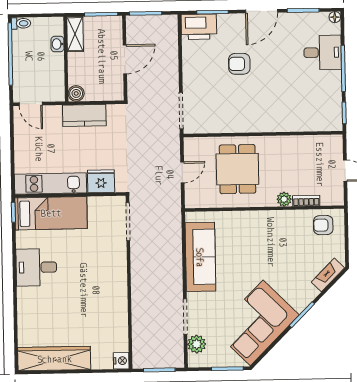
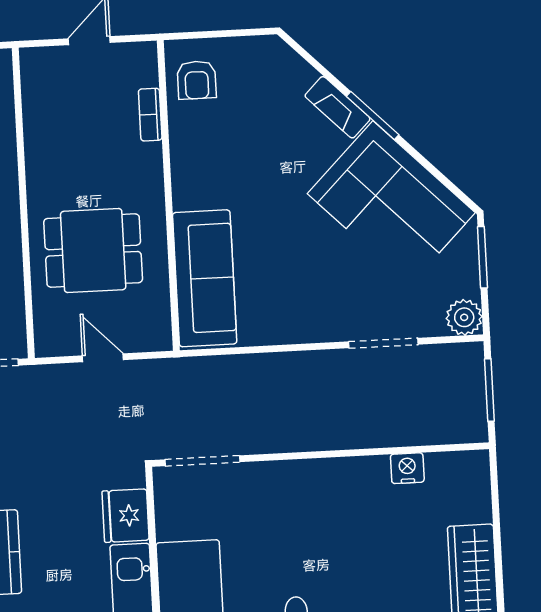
plant: (284, 199) -> (149, 158), removed
sofa: (200, 257) -> (205, 278), moved, turned 90
fireplace: (328, 275) -> (338, 107), moved
plant: (197, 344) -> (464, 317), moved
nightstand: (121, 361) -> (407, 468), moved

